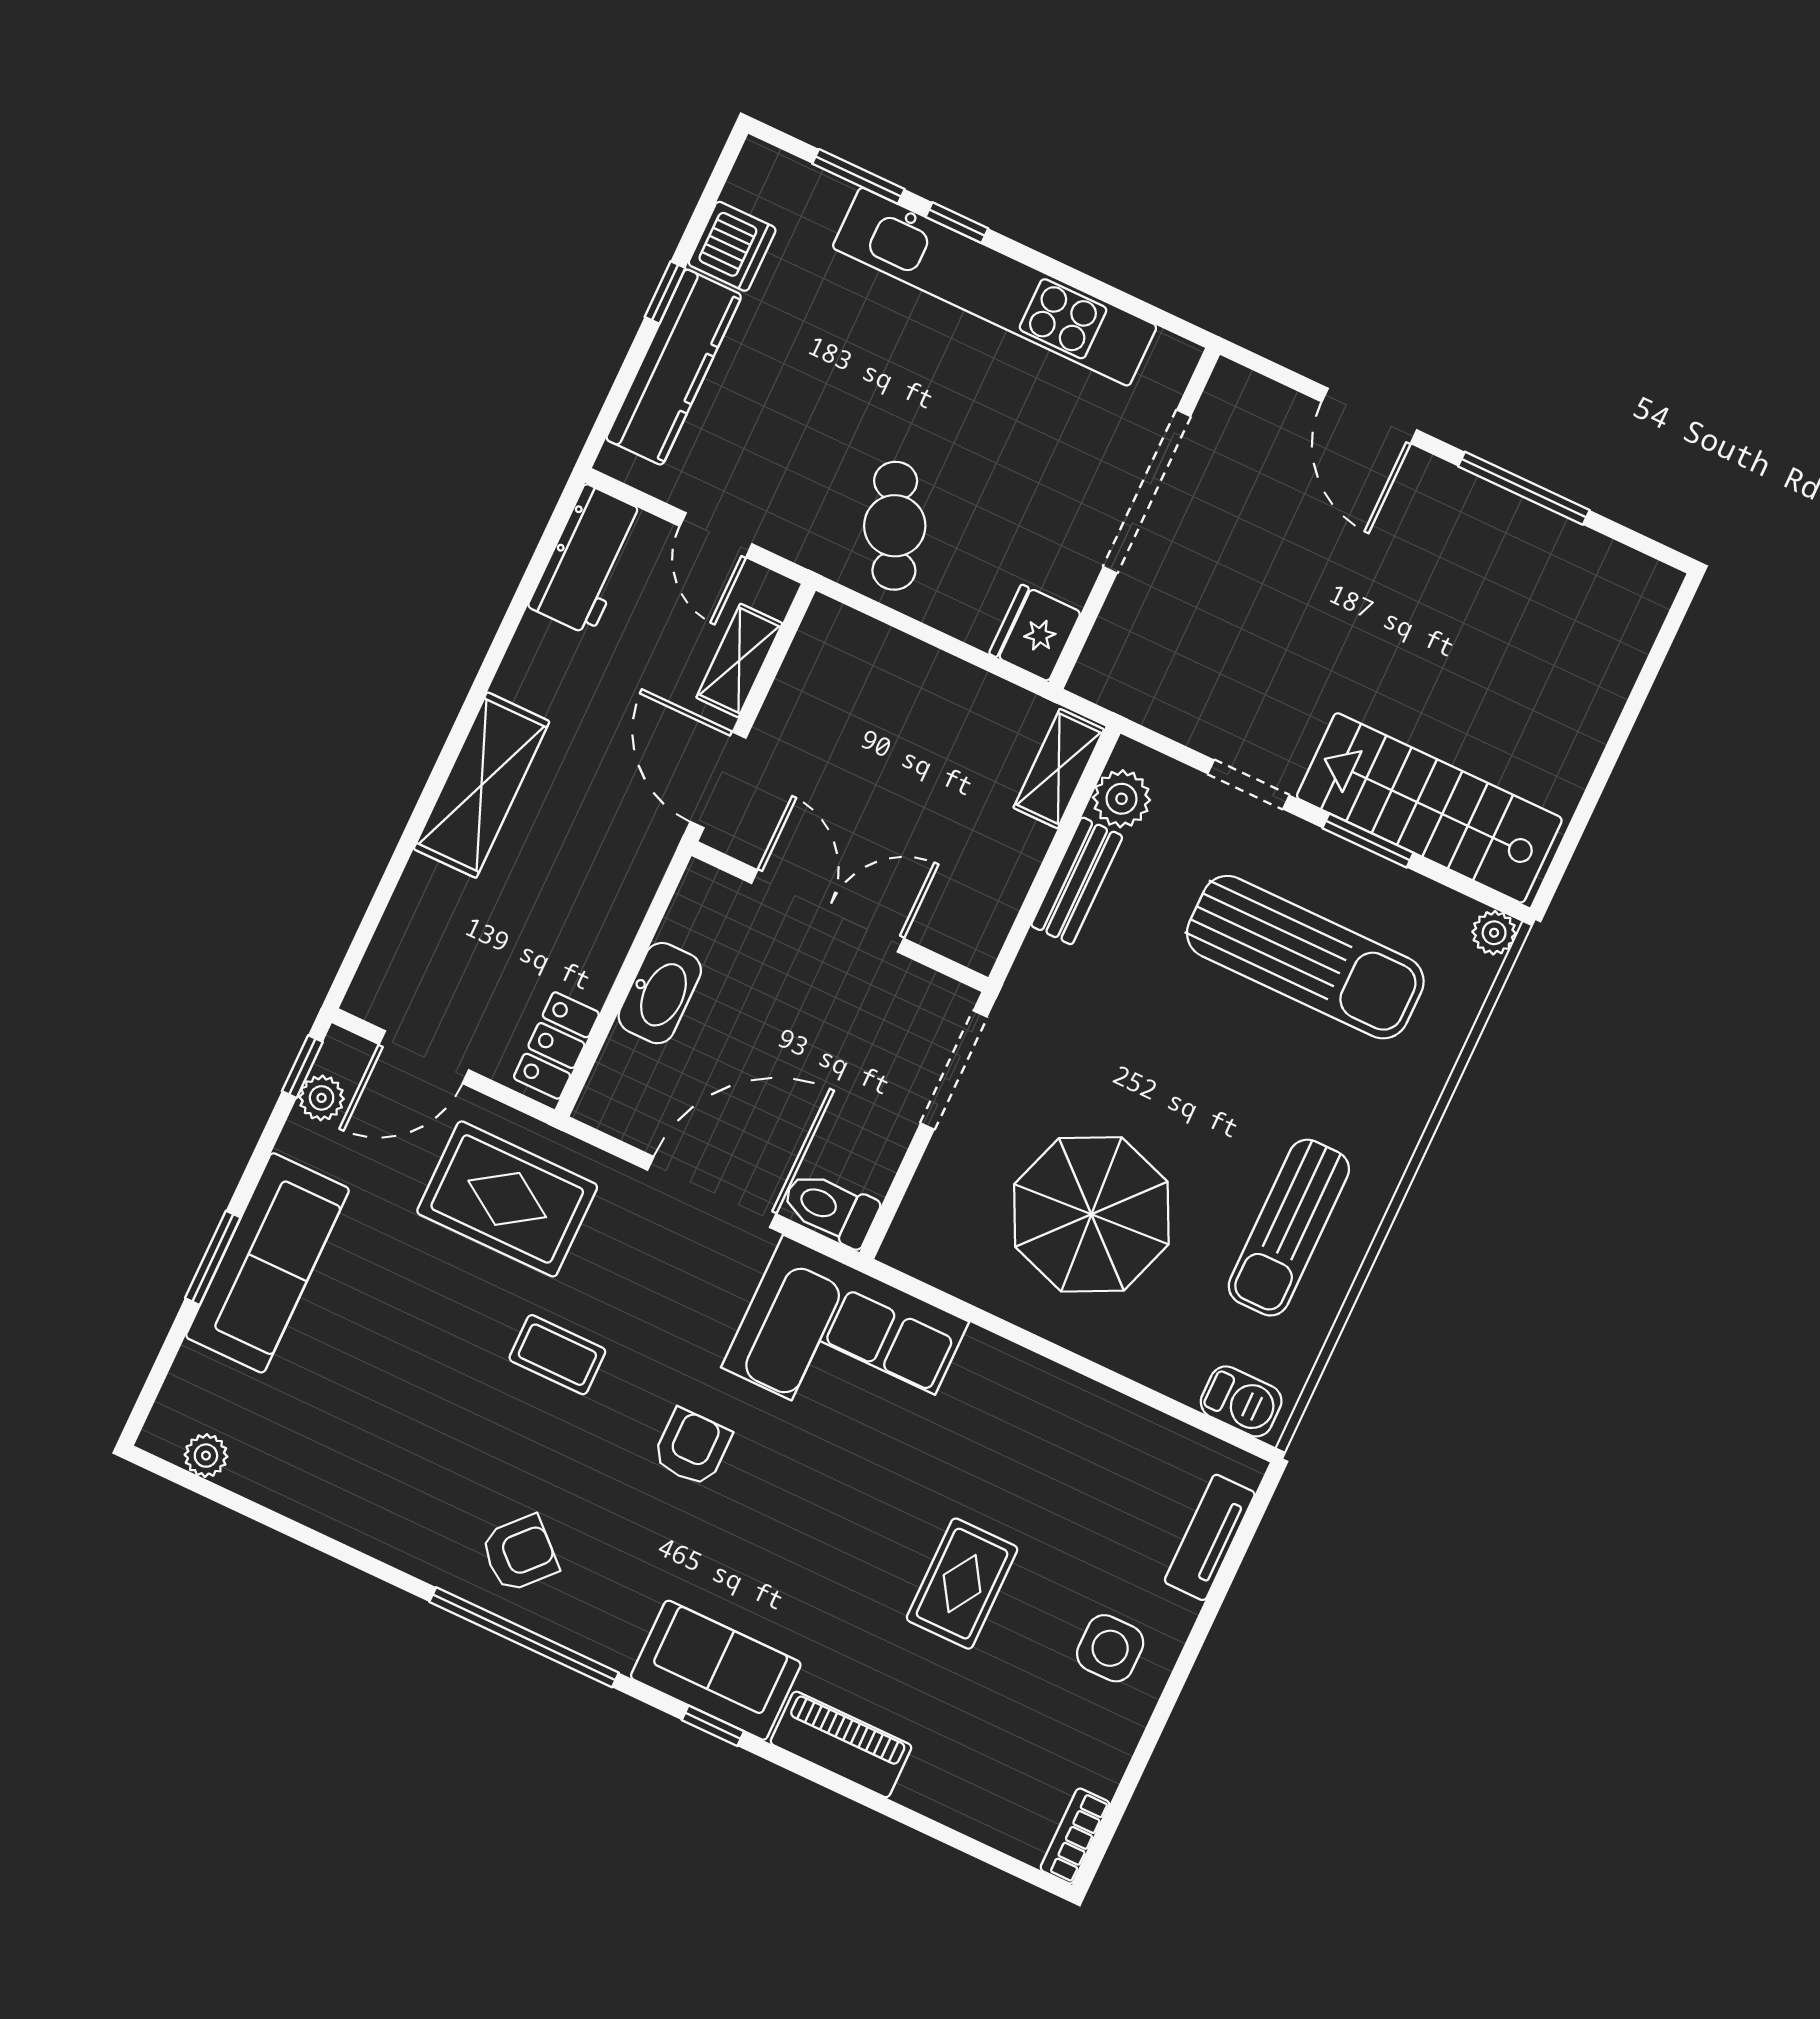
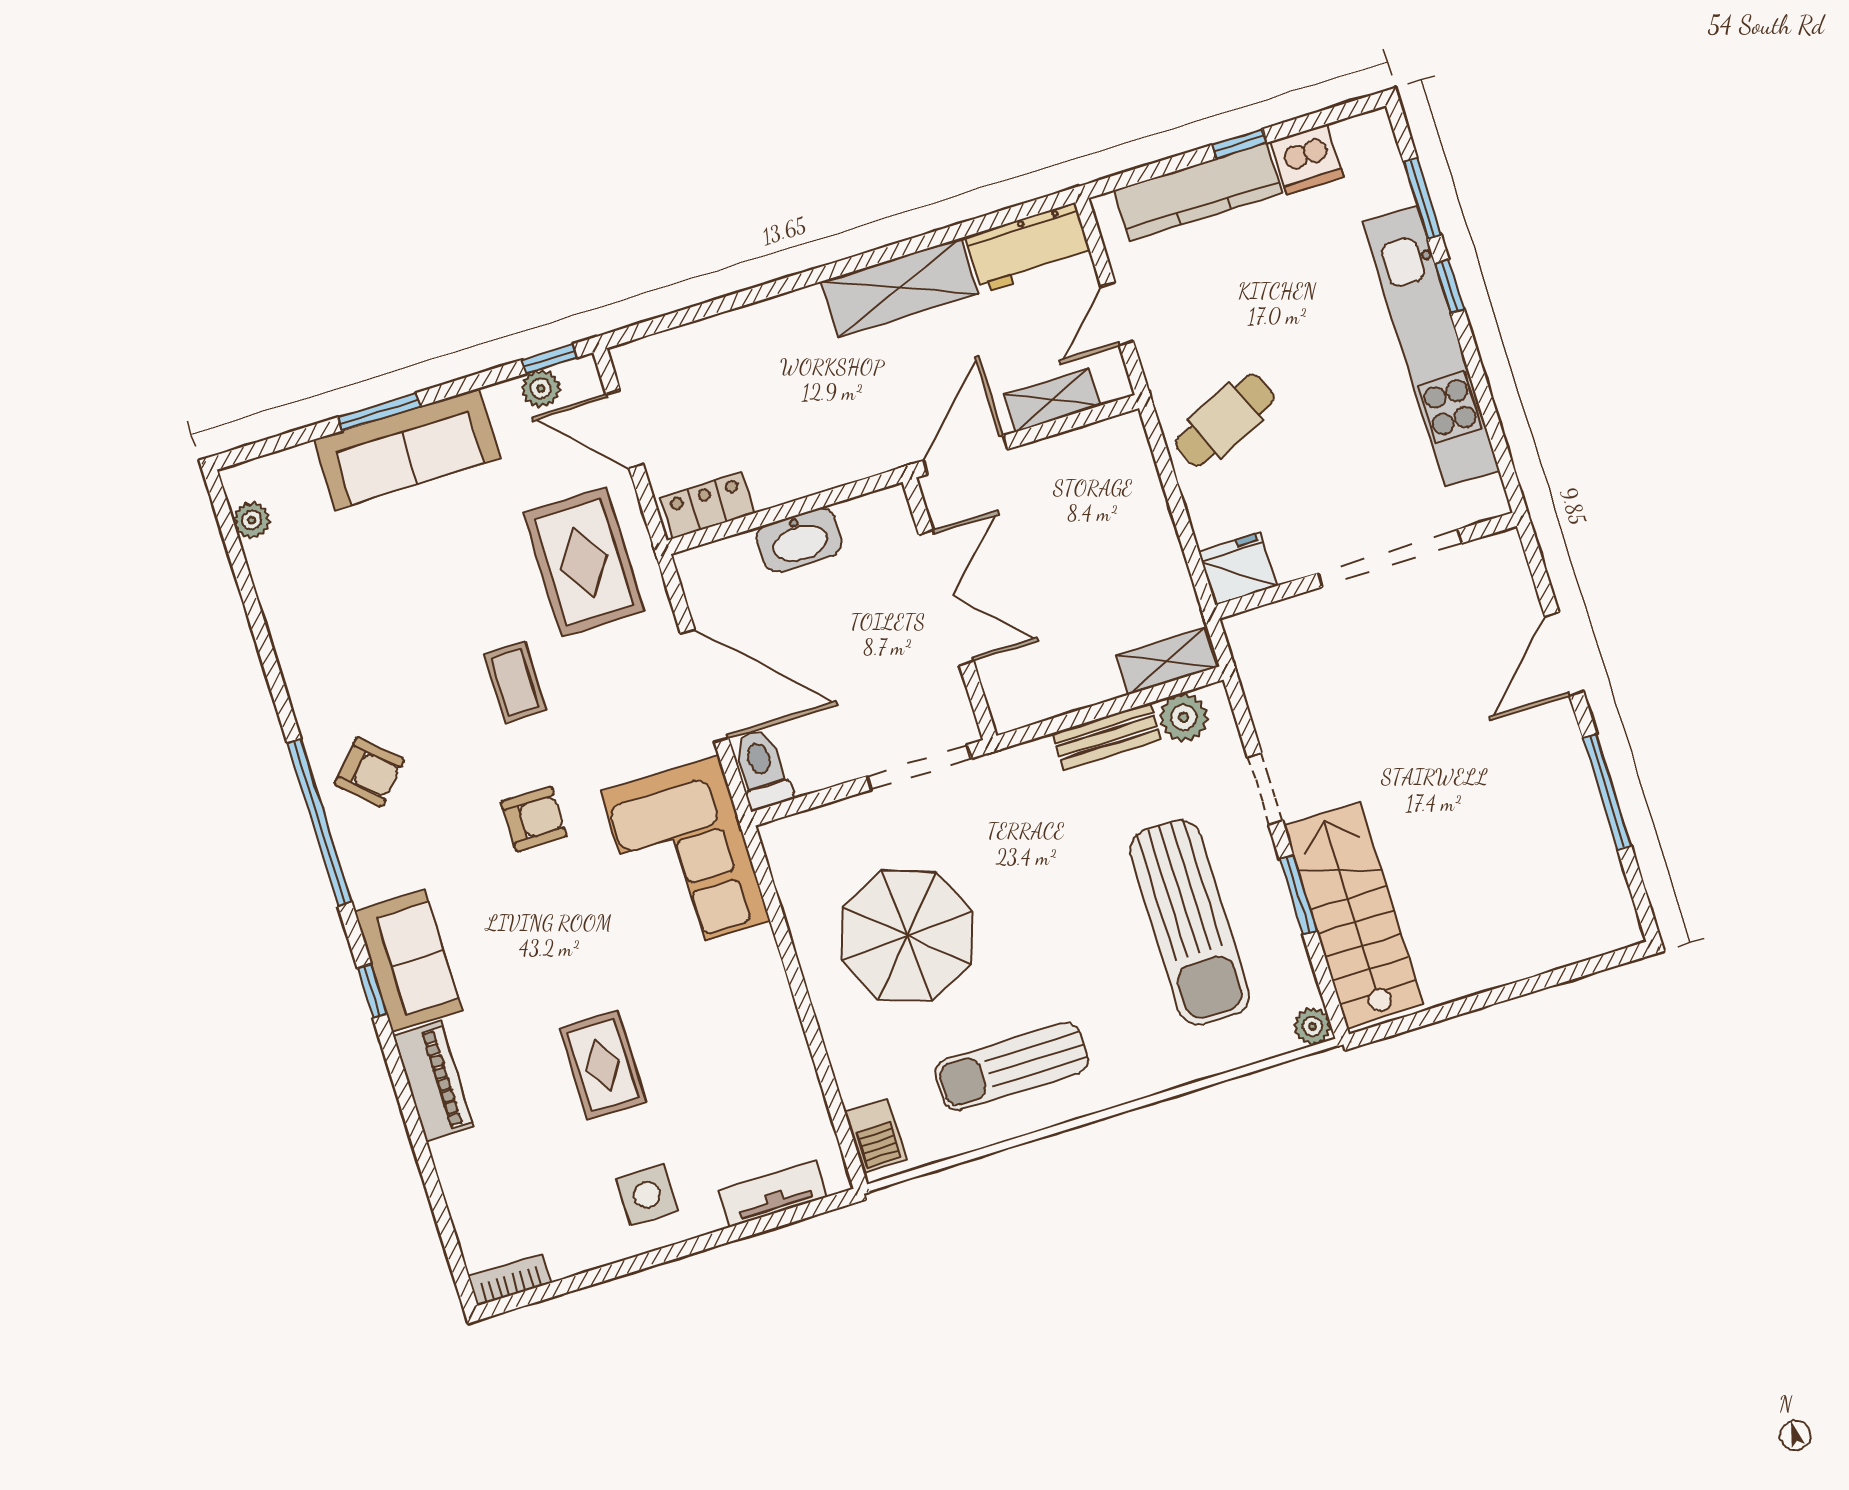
shelving: (482, 785) -> (900, 288), moved
rug: (962, 1584) -> (603, 1065), turned 90

